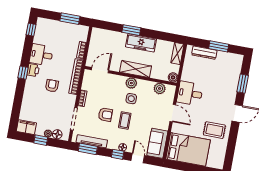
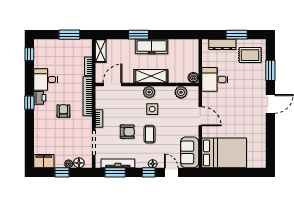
shelving: (177, 53) -> (101, 51), moved
desk: (190, 93) -> (215, 79), moved
rug: (214, 130) -> (250, 55), moved

